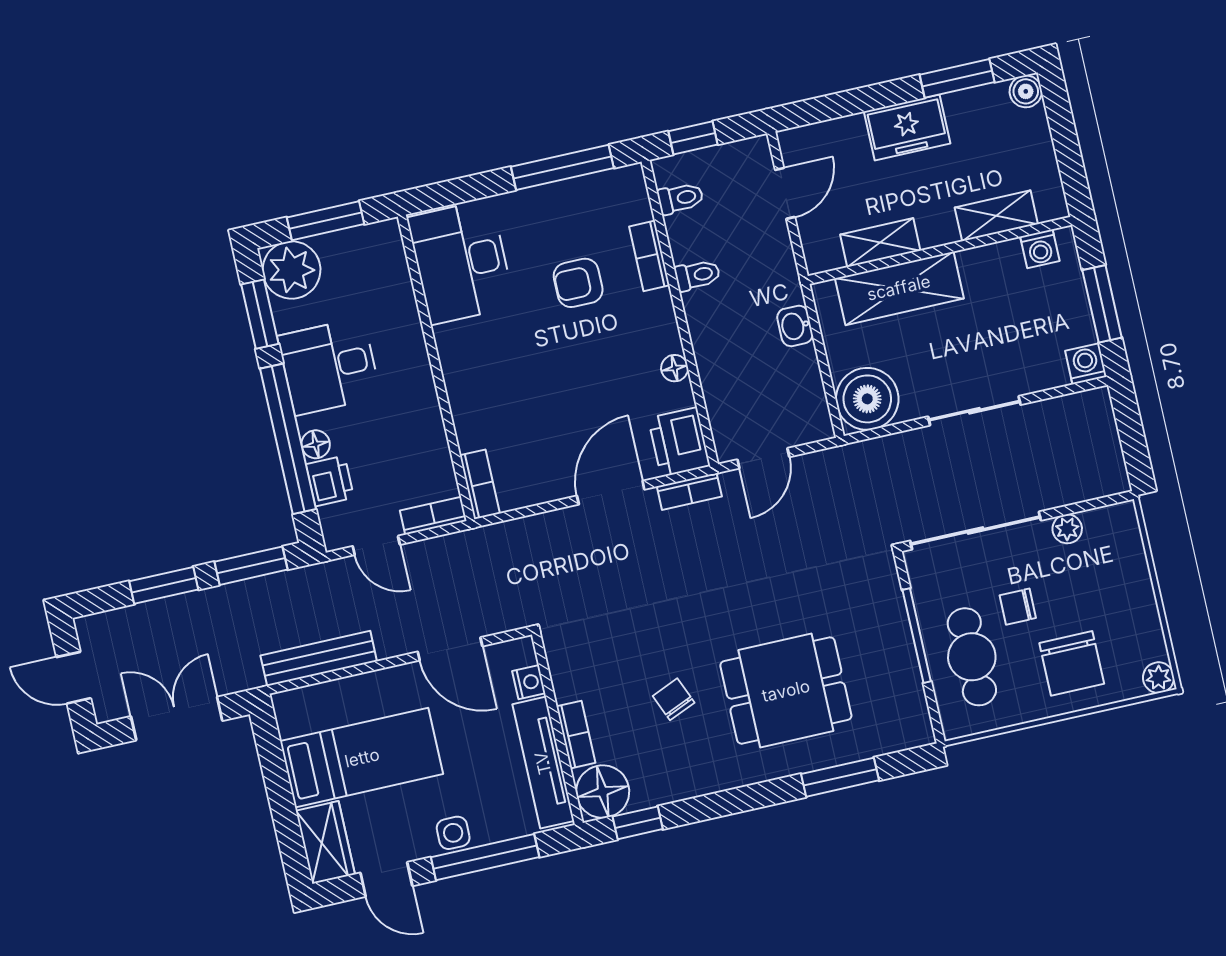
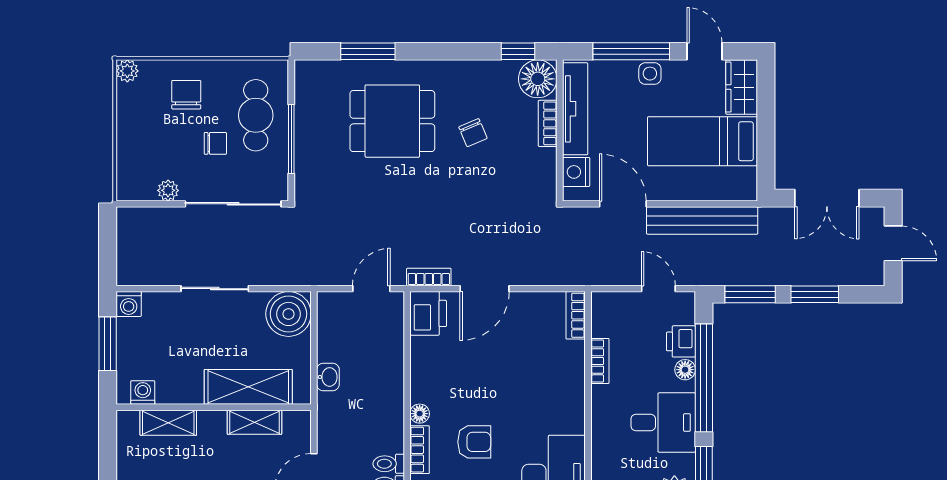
toilet: (697, 275) -> (389, 464), moved
floor lamp: (675, 368) -> (420, 414), moved
bookcase: (433, 516) -> (600, 361), moved, turned -90
bench: (319, 658) -> (702, 220), width x1.37, depth x1.21
chair: (1072, 663) -> (186, 95), width x0.73, depth x0.73
nightstand: (529, 682) -> (576, 172), width x1.39, depth x1.35

